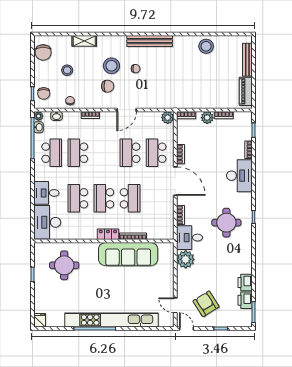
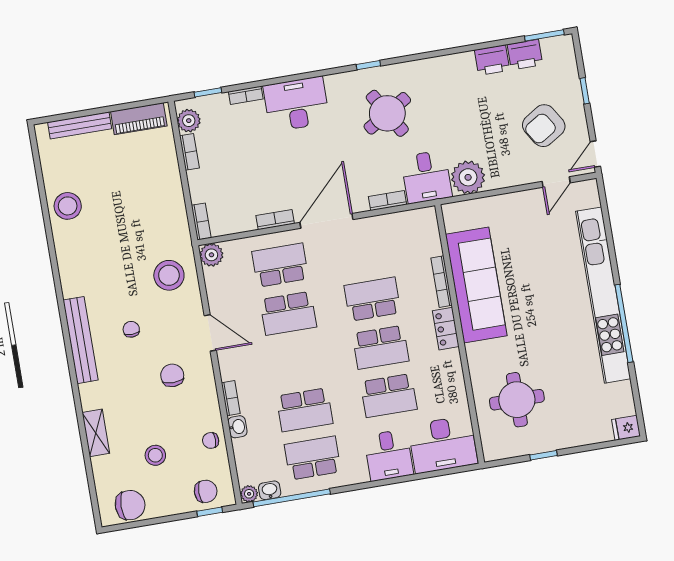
bench: (150, 41) -> (81, 340), moved
stool: (111, 66) -> (169, 275), moved
washbasin: (57, 116) -> (237, 427), moved
plant: (207, 118) -> (189, 121), moved
school desk: (156, 153) -> (280, 265), turned 180
round table: (226, 223) -> (387, 113), turned -31

